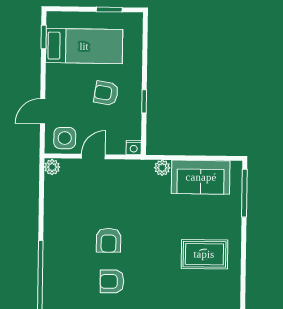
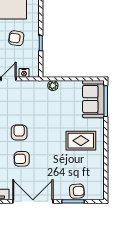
nightstand: (134, 148) -> (24, 73), moved
sofa: (201, 177) -> (93, 99), moved, turned 90
armchair: (109, 240) -> (19, 133), turned 180

